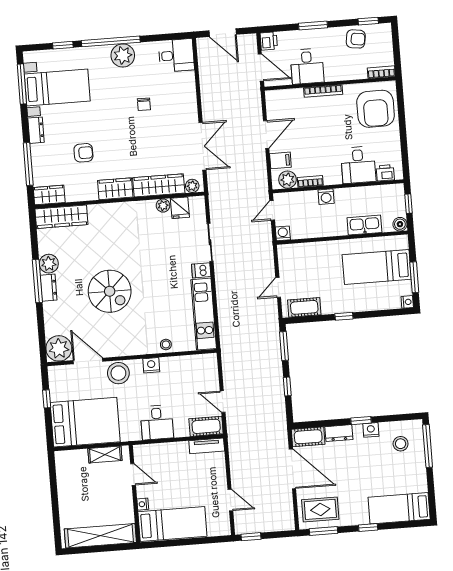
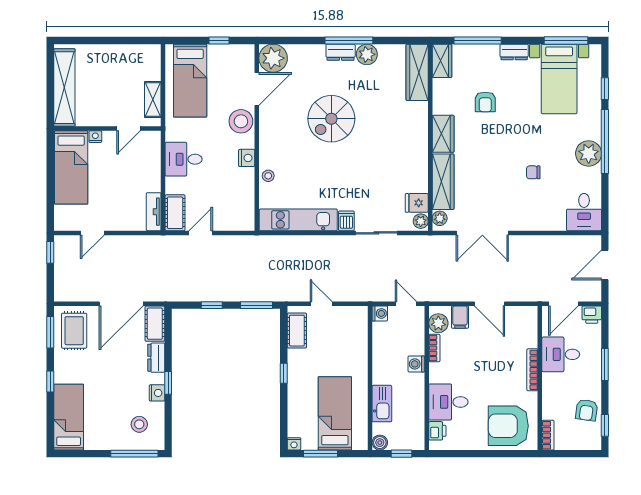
plant: (163, 205) -> (421, 221), moved
bed: (85, 422) -> (190, 81), width x0.67

